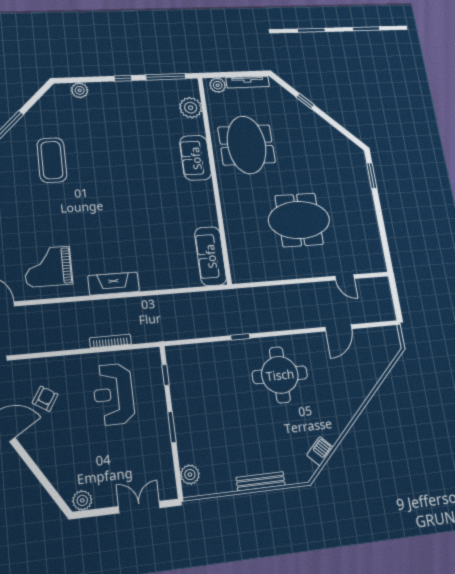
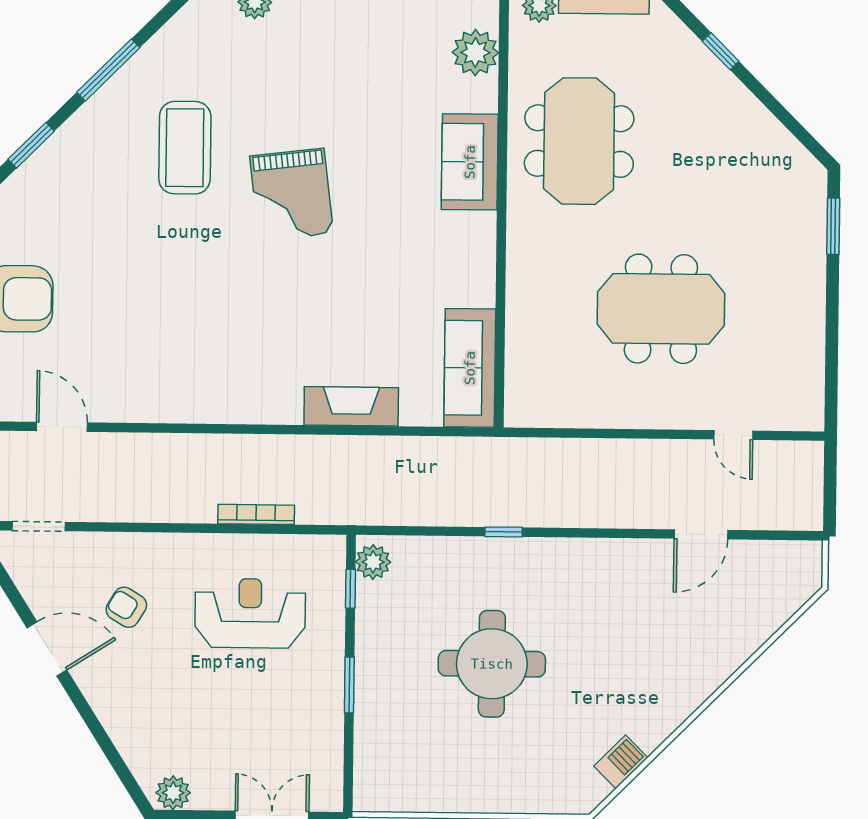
grand piano: (48, 267) -> (291, 195), moved, turned -97
fireplace: (114, 284) -> (351, 406), moved
round table: (280, 375) -> (492, 664), moved
reception desk: (113, 394) -> (250, 613), turned 90
armchair: (45, 399) -> (126, 607), turned -91
plant: (190, 475) -> (373, 562), moved
bench: (261, 481) -> (499, 801), removed

